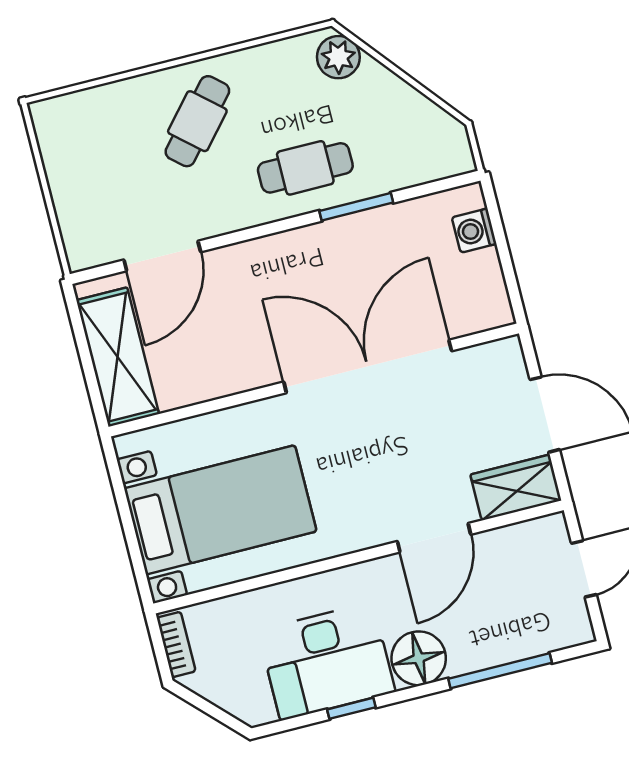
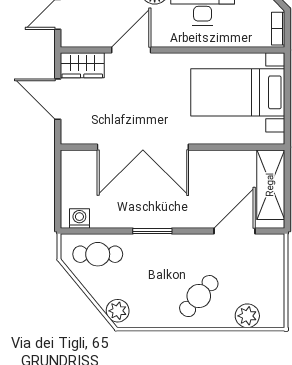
plant: (100, 108) -> (247, 316), added
cafe table: (305, 168) -> (98, 254), moved
window: (356, 207) -> (152, 231), moved
washing machine: (474, 231) -> (79, 219), moved, turned -90

